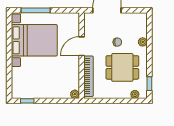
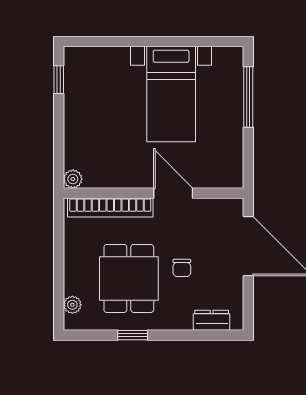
dresser: (142, 28) -> (212, 320), added
bed with nightstands: (34, 40) -> (171, 94), width x0.73
plant: (143, 42) -> (182, 321), removed
window: (149, 84) -> (133, 335), moved

